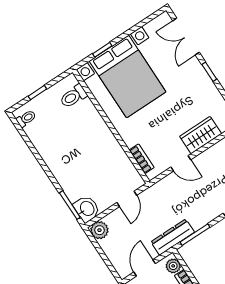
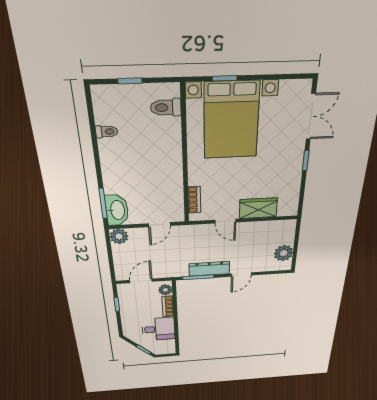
double door: (186, 37) -> (311, 117), swing flipped
toilet: (26, 118) -> (107, 132), moved
washbasin: (87, 209) -> (117, 210), width x1.38
dresser: (173, 237) -> (209, 269), moved

